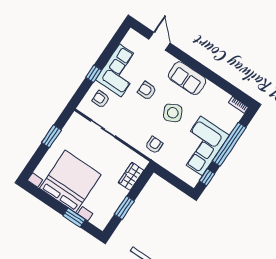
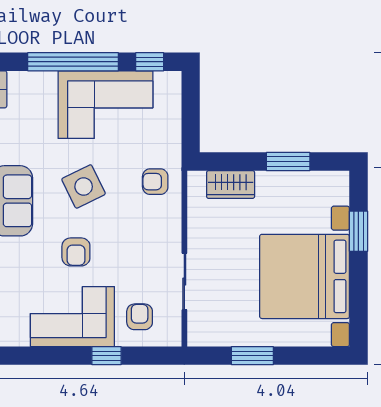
armchair: (101, 99) -> (140, 317), turned 180

